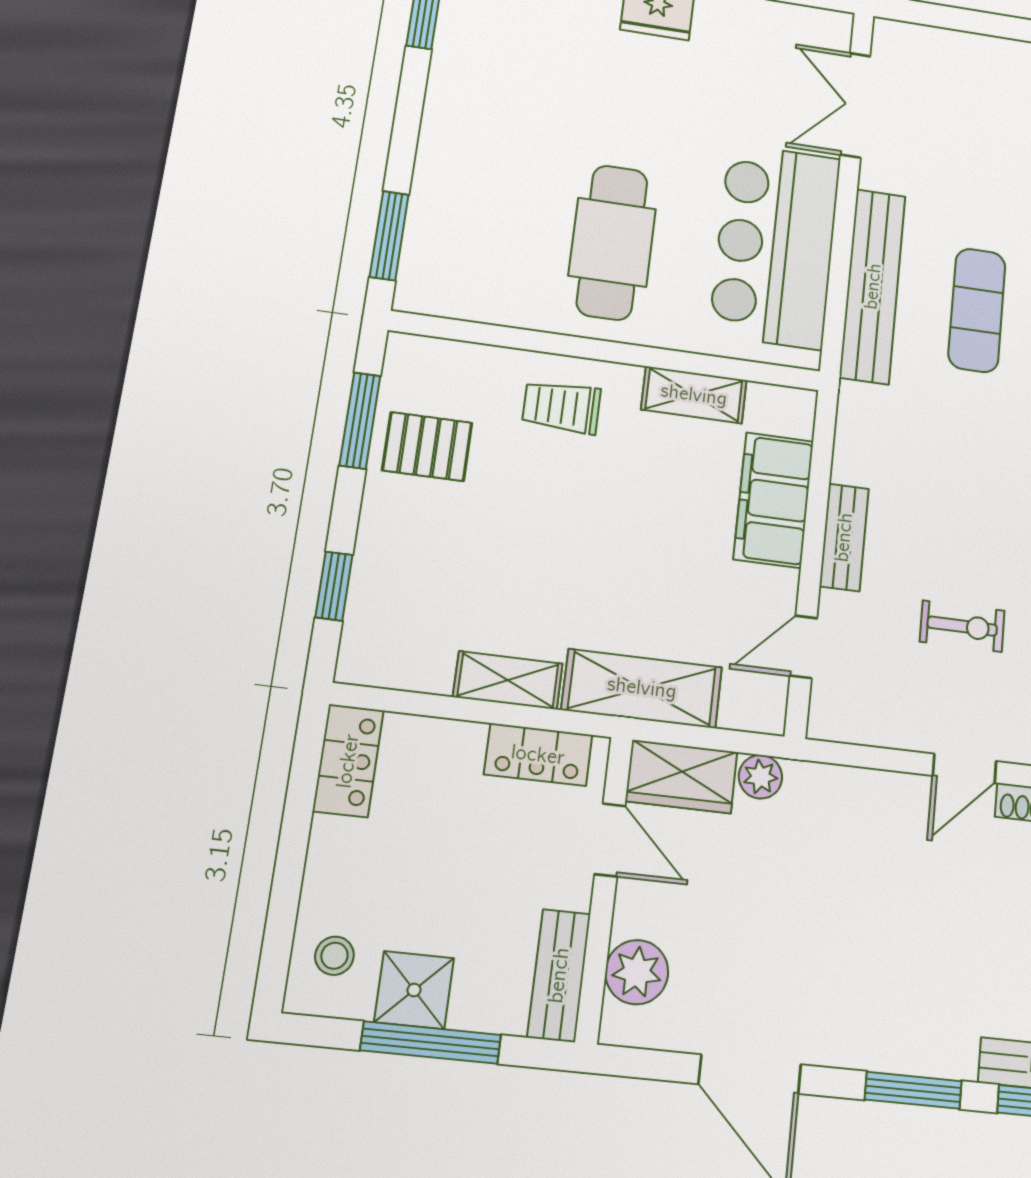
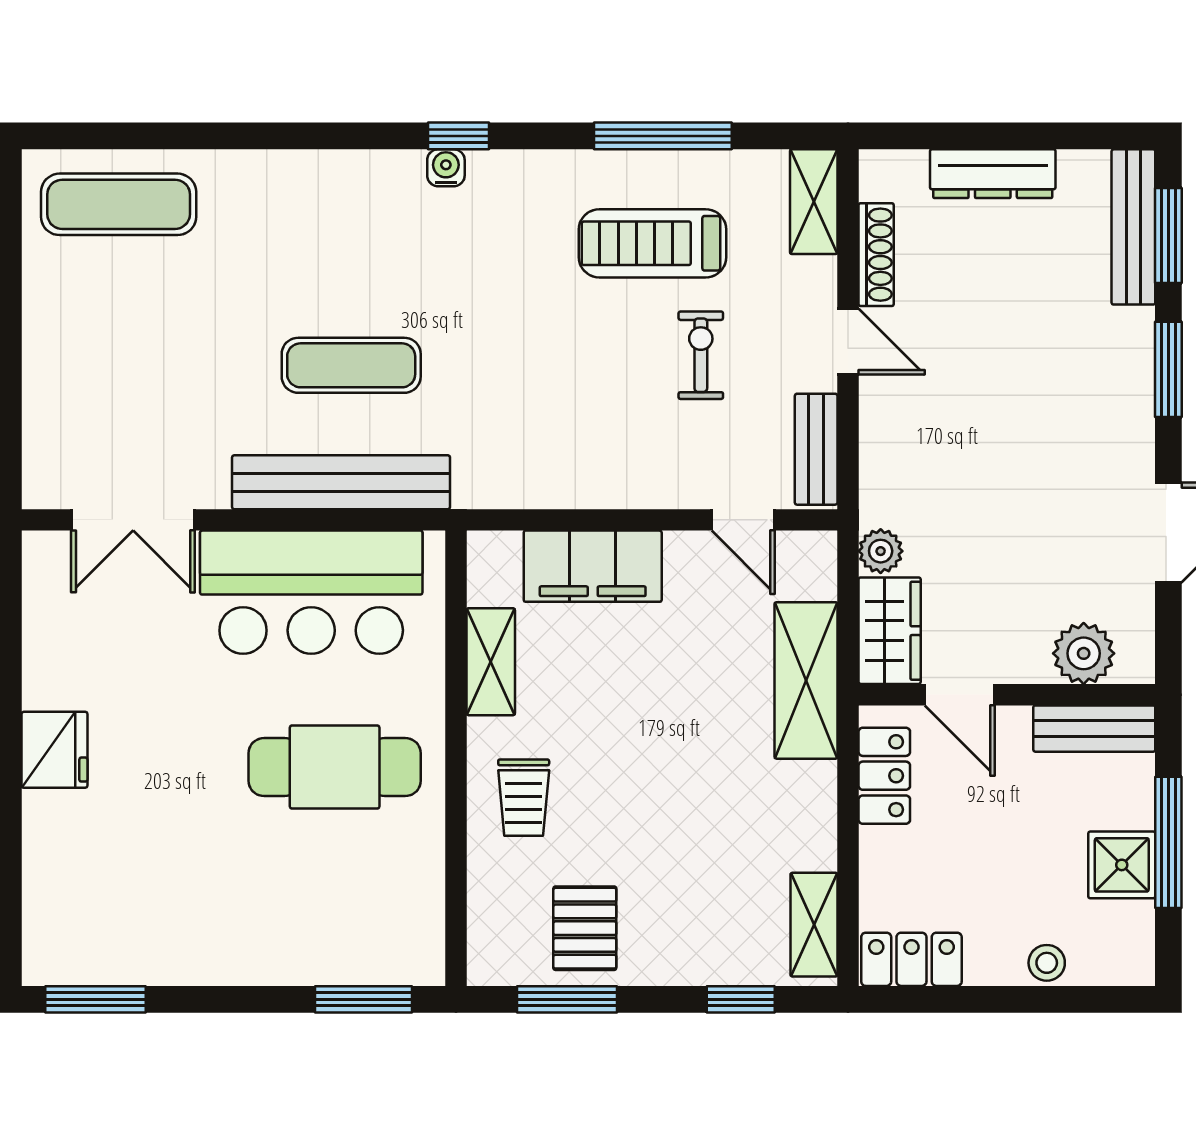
bench: (844, 537) -> (816, 449), moved, turned 90
shelving: (508, 680) -> (814, 925), moved
door: (610, 840) -> (960, 695), swing flipped
stool: (334, 956) -> (1047, 963), moved

